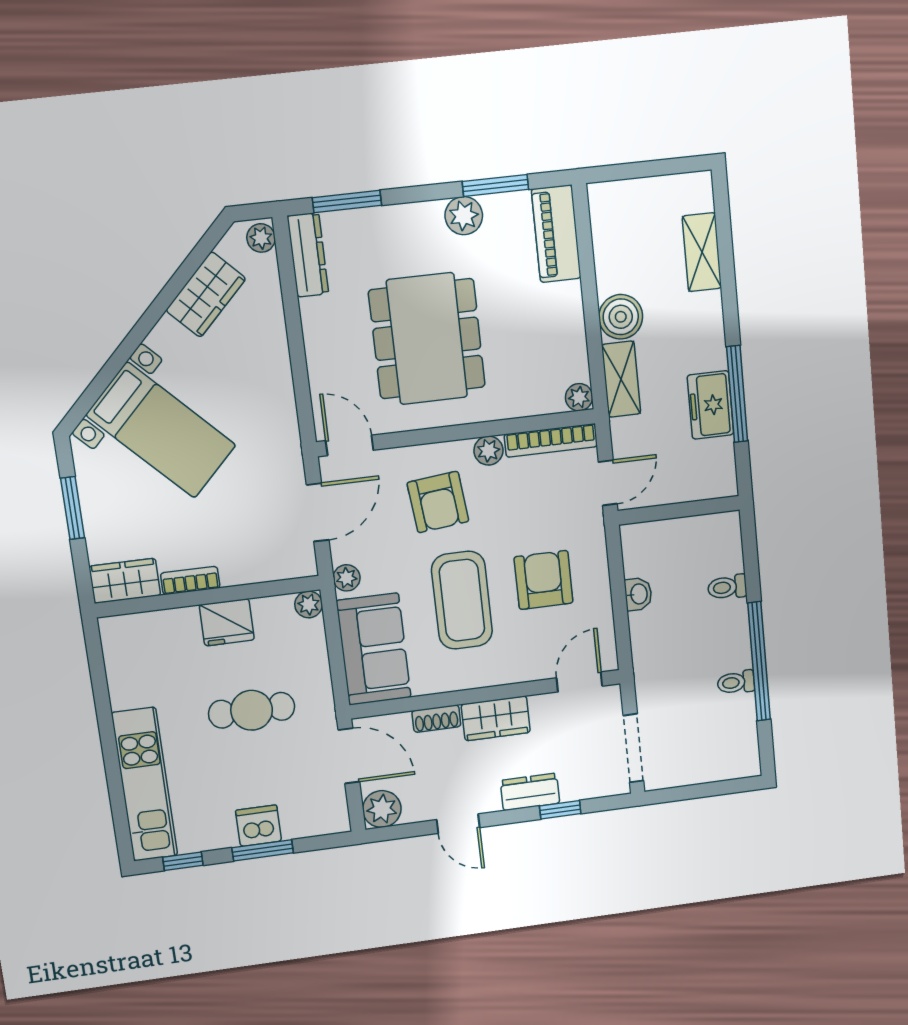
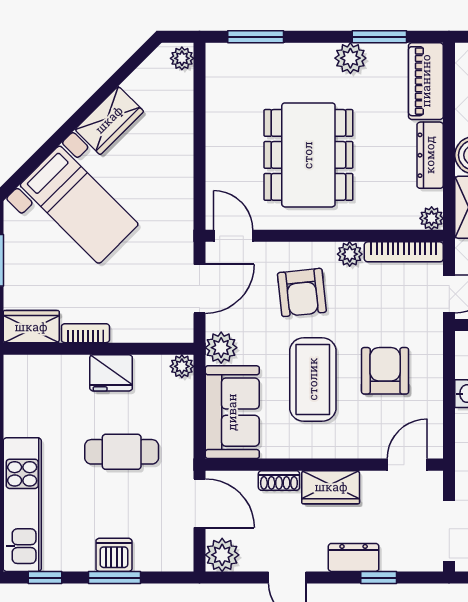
dresser: (308, 255) -> (430, 155), moved, turned 180
wardrobe: (206, 295) -> (109, 120), moved
plant: (347, 578) -> (221, 348), width x1.38, depth x1.38

